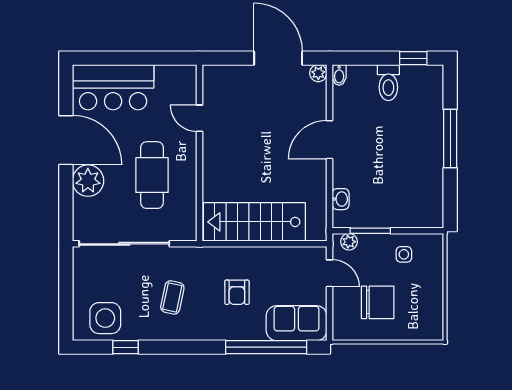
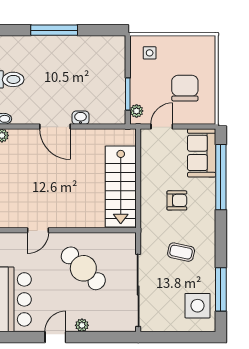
door: (66, 140) -> (55, 337), width x0.53
cafe table: (152, 175) -> (83, 268), turned 44
plant: (88, 181) -> (82, 325), width x0.53, depth x0.53
washbasin: (341, 199) -> (81, 118), moved
side table: (404, 254) -> (150, 53), moved
window: (126, 347) -> (221, 289), width x2.17

